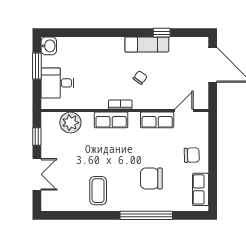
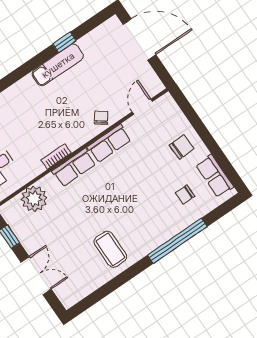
chair: (140, 78) -> (101, 118), moved
bookcase: (120, 105) -> (56, 156), moved
row of seats: (157, 120) -> (109, 143), moved
chair: (151, 179) -> (185, 195), moved, width x0.54, depth x0.54

